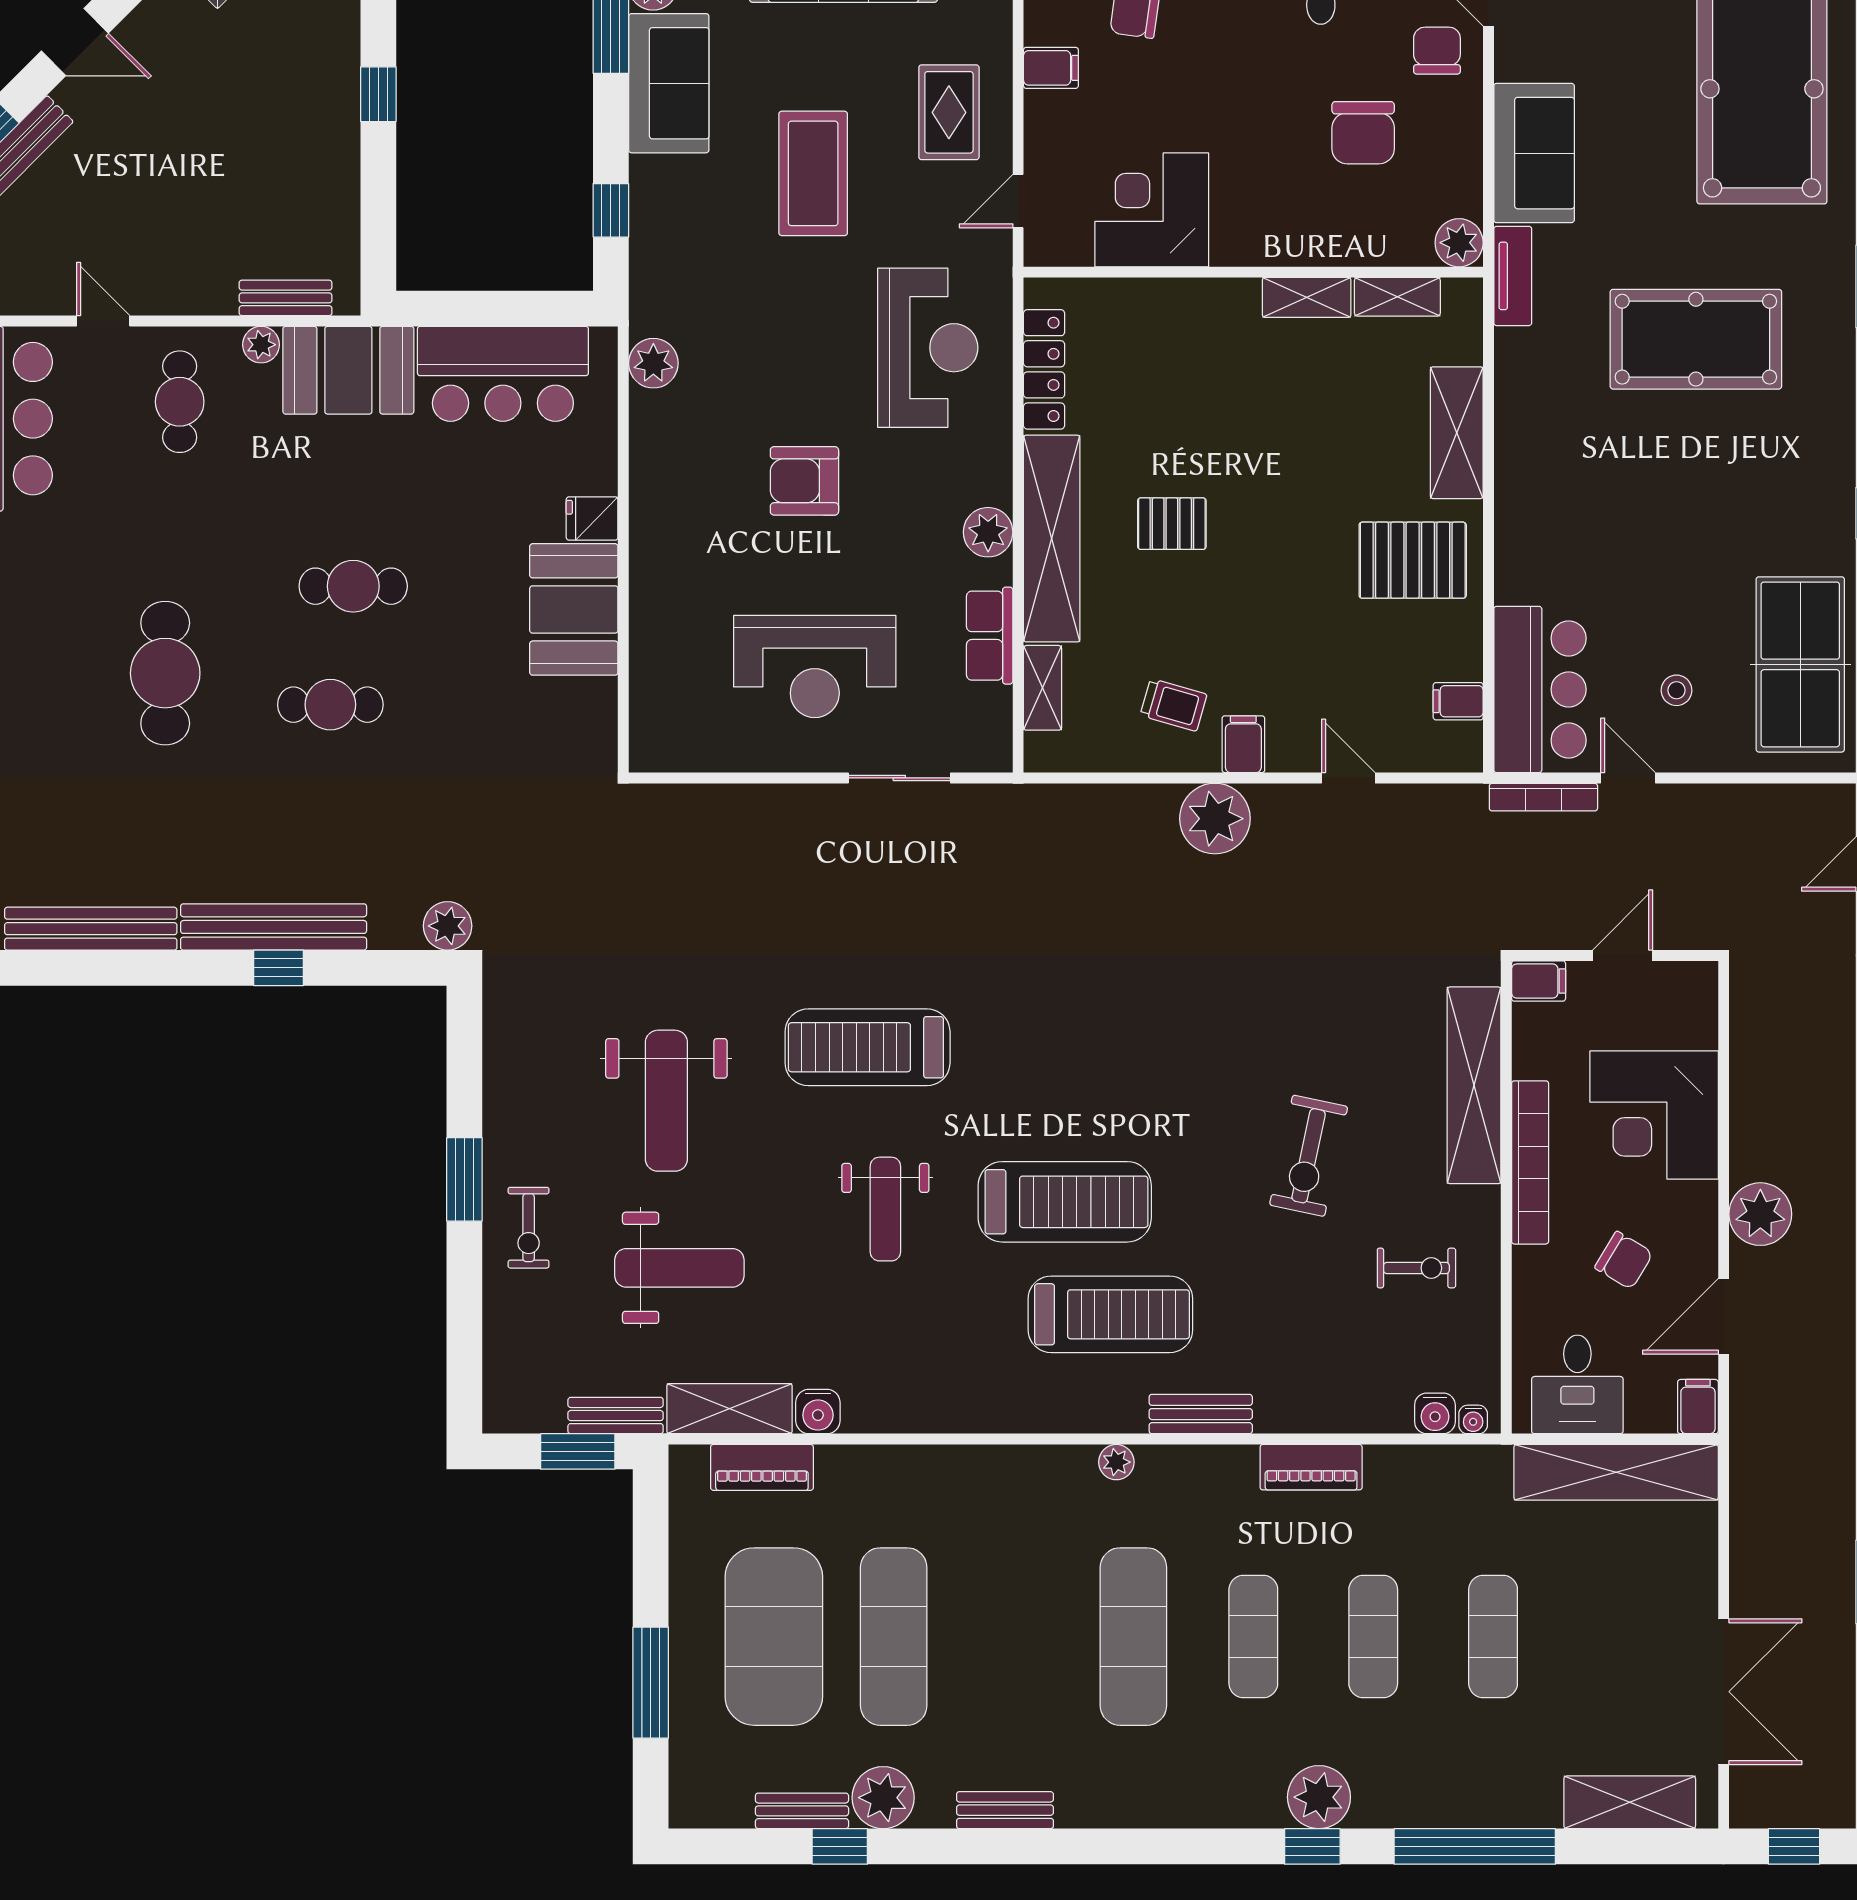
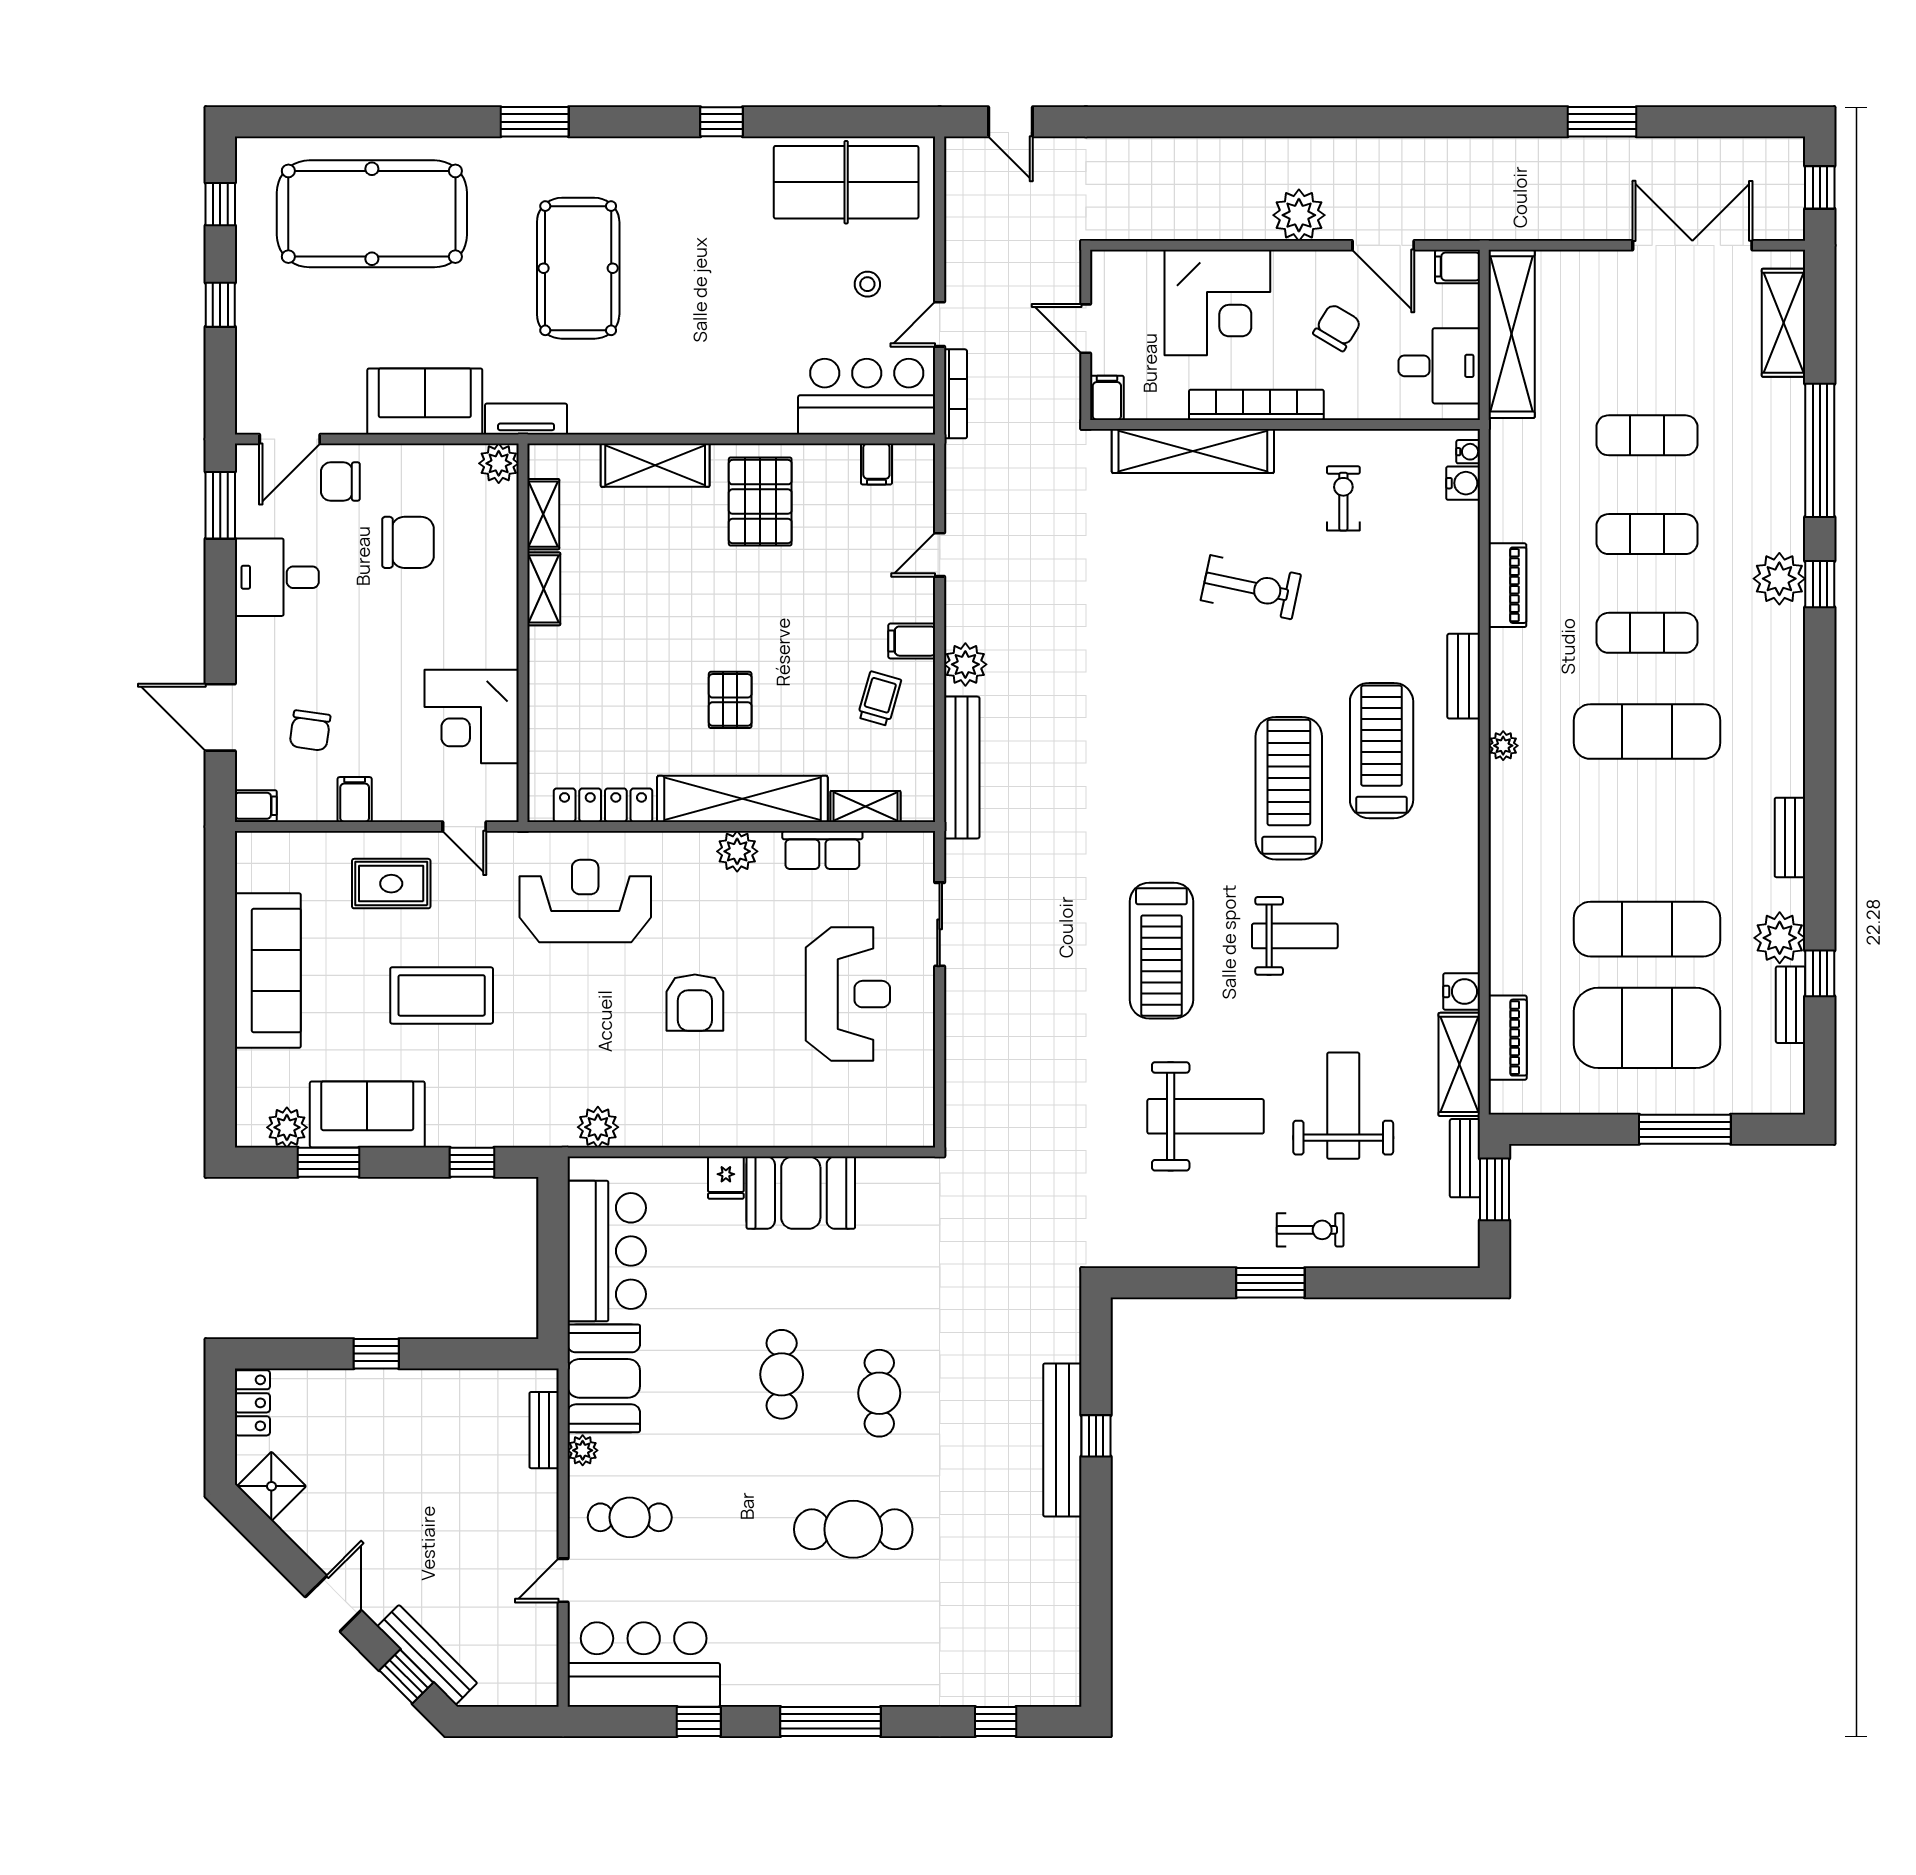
plant: (1215, 819) -> (965, 664), width x0.73, depth x0.73
plant: (448, 926) -> (1062, 1297), removed
bench: (91, 929) -> (962, 768), moved

